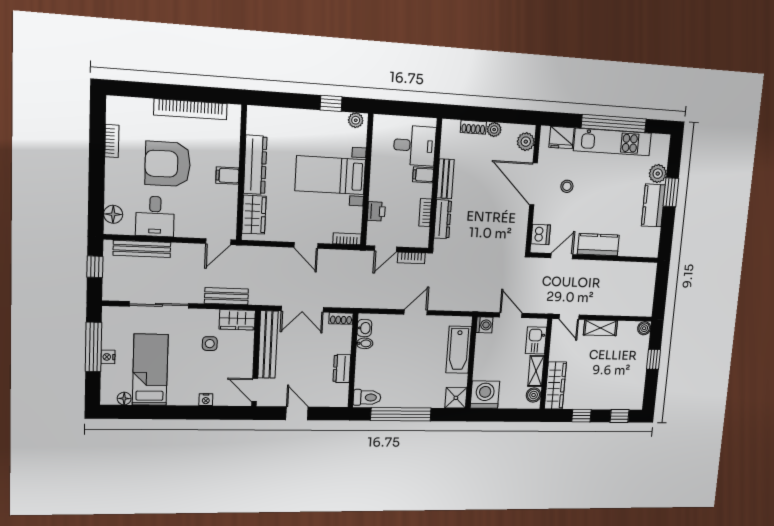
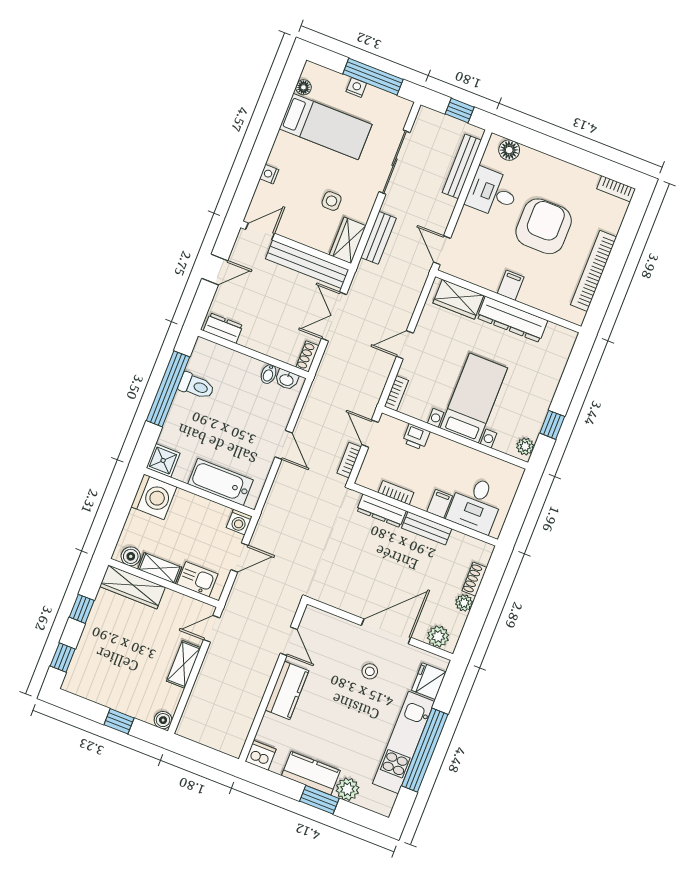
bookcase: (112, 141) -> (616, 189), moved
dishwasher: (541, 234) -> (261, 755), moved, turned 180
dresser: (342, 368) -> (223, 328), moved
toilet: (367, 397) -> (196, 386), moved, turned -90

